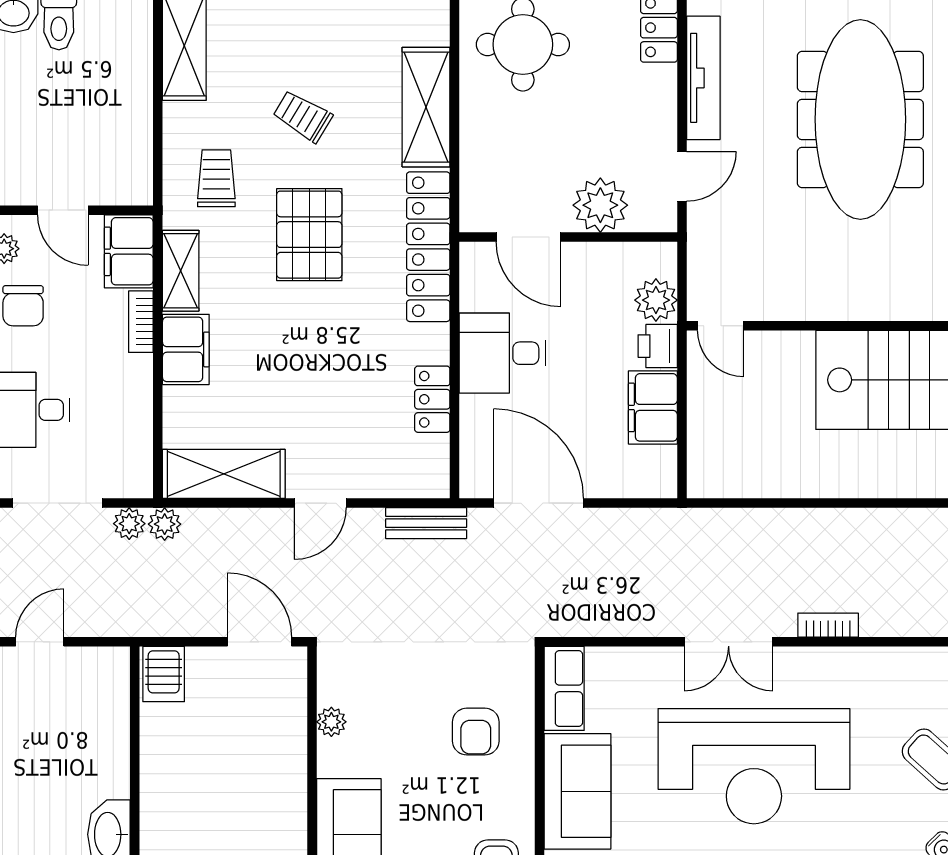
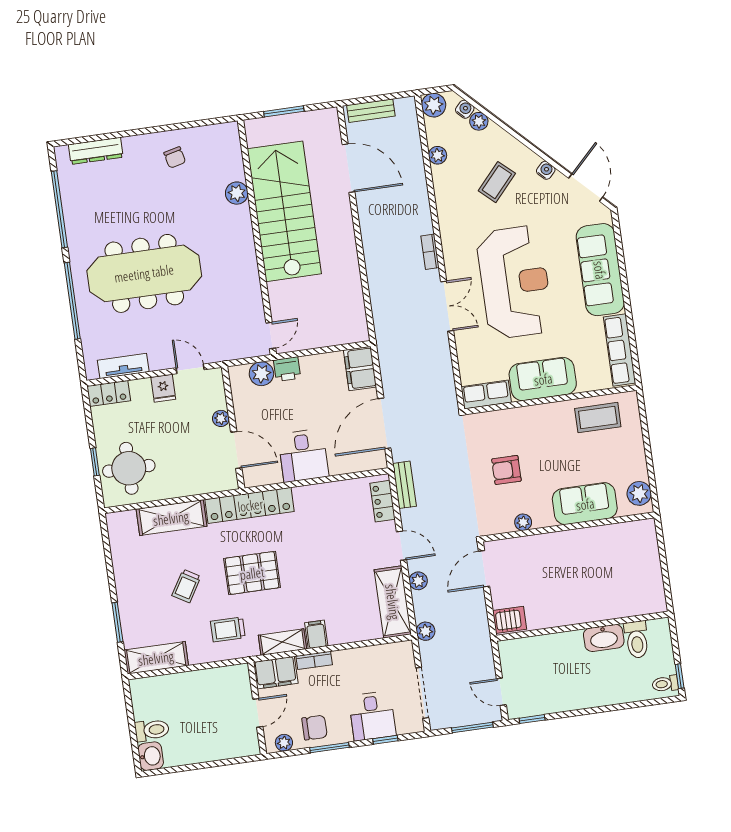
tv unit: (703, 78) -> (123, 366), width x0.71
fridge: (655, 124) -> (163, 388), added
plant: (600, 205) -> (221, 418), width x0.53, depth x0.53
door: (529, 237) -> (236, 450), hinge flipped
filing cabinet: (186, 349) -> (316, 634), width x0.50
locker: (432, 399) -> (383, 501), moved, turned 90
filing cabinet: (653, 407) -> (360, 369), moved, turned 90
plant: (129, 524) -> (418, 581), moved
armchair: (476, 732) -> (506, 470), moved, turned 180

